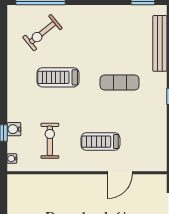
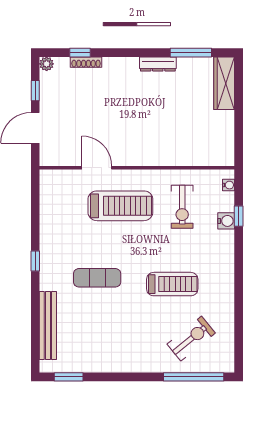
treadmill: (100, 142) -> (120, 206), width x1.37, depth x1.38
door: (120, 173) -> (97, 168), hinge flipped

